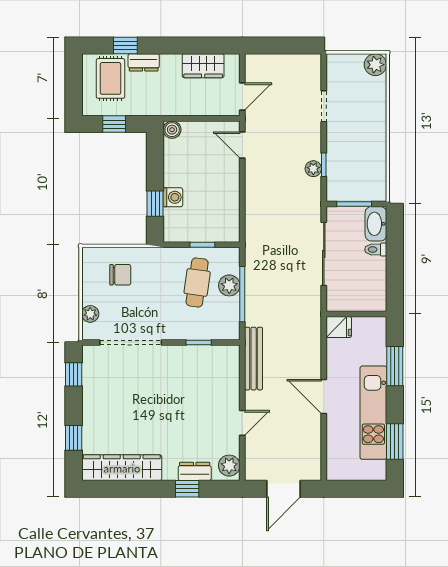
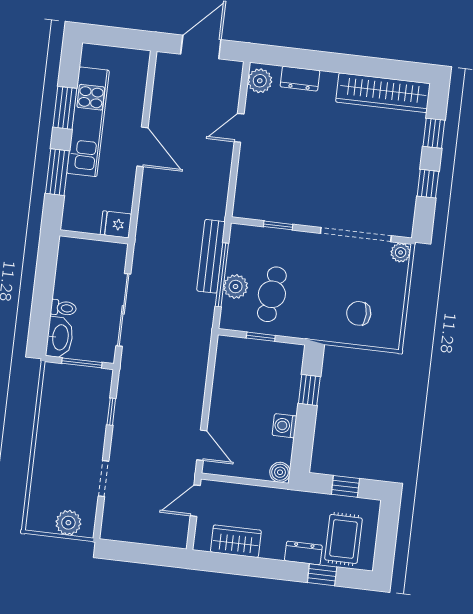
plant: (375, 65) -> (68, 523), moved
plant: (313, 169) -> (124, 409), removed
washing machine: (173, 197) -> (284, 426), moved
plant: (90, 314) -> (401, 252), moved
bench: (254, 359) -> (211, 256), moved
window: (74, 374) -> (428, 184), moved
window: (395, 442) -> (65, 108), moved
window: (187, 489) -> (311, 60), removed

